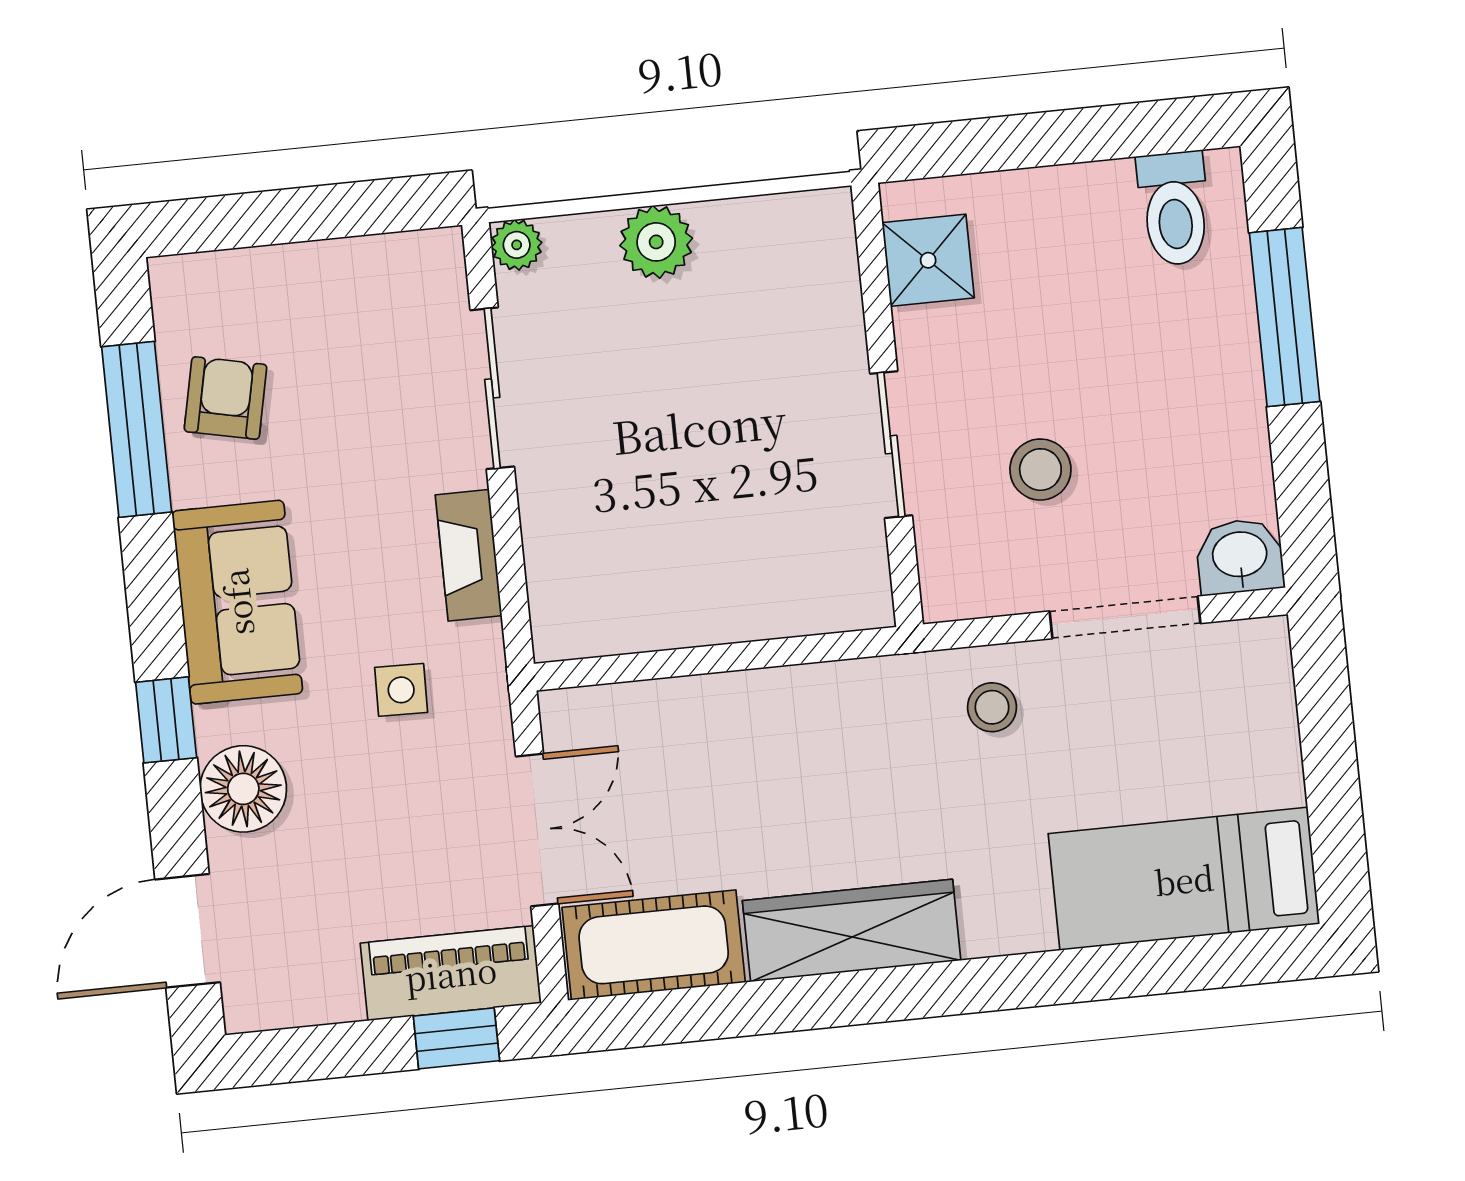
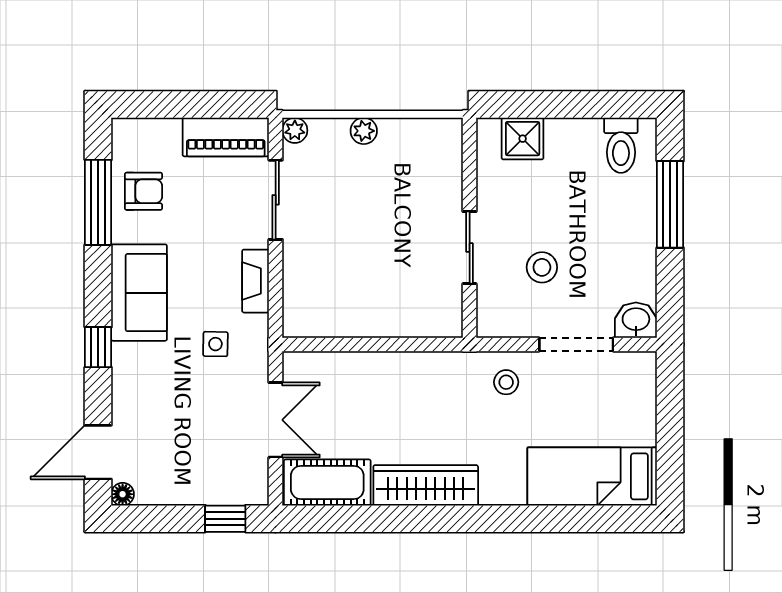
plant: (656, 242) -> (364, 131), width x0.73, depth x0.73
shower: (928, 260) -> (523, 139), moved
armchair: (226, 398) -> (143, 191), turned 78
floor lamp: (243, 789) -> (123, 494), moved, width x0.53, depth x0.53
piano: (451, 973) -> (226, 137), moved, turned 180

